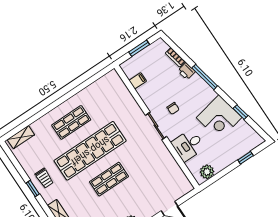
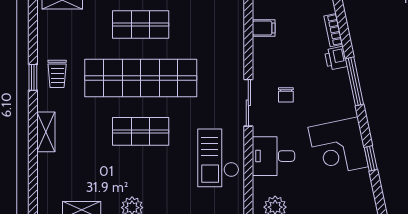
checkout: (159, 166) -> (218, 158), added

